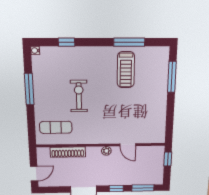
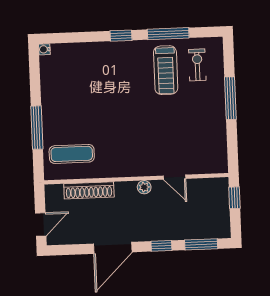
window: (67, 42) -> (121, 36), moved
window: (172, 77) -> (230, 98), moved
window: (29, 89) -> (37, 128), moved
exercise bike: (79, 96) -> (197, 65), moved, width x0.73, depth x0.72

